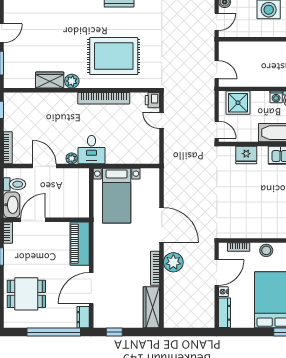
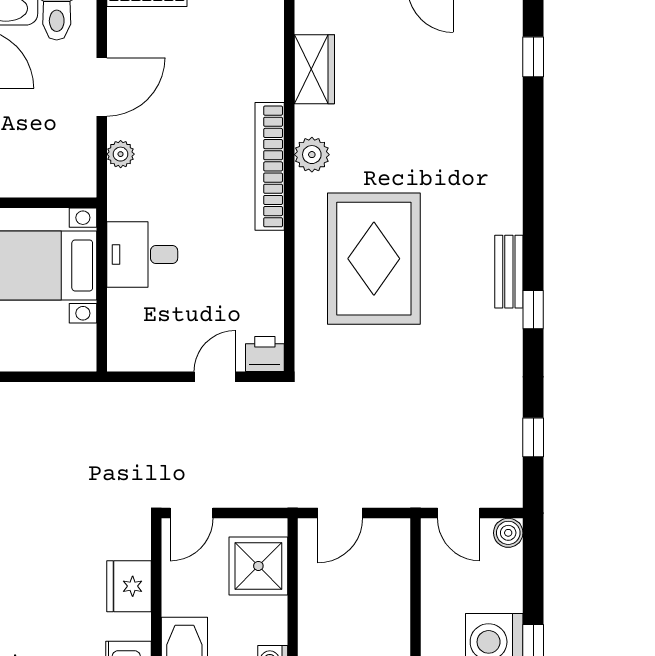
wardrobe: (50, 80) -> (314, 69), moved
bookcase: (104, 98) -> (270, 166), moved
desk: (91, 150) -> (142, 254), moved

